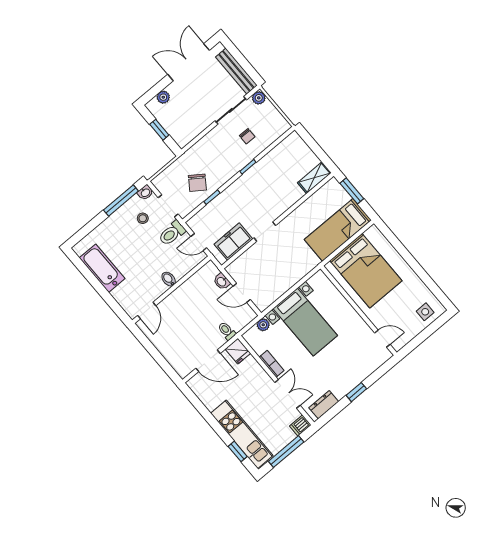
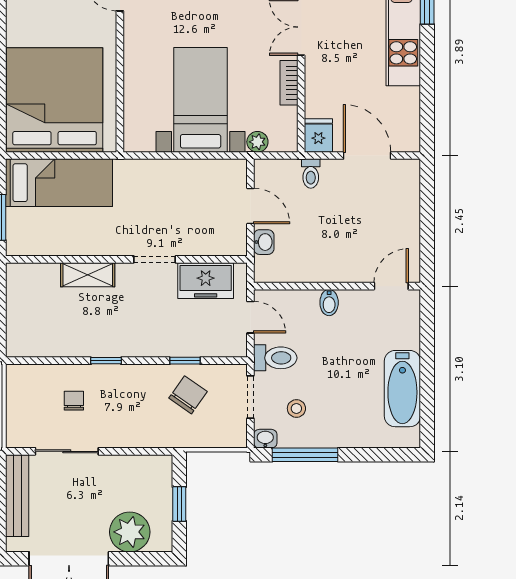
plant: (163, 97) -> (130, 532), width x1.87, depth x1.87
plant: (259, 98) -> (18, 437), removed
shelving: (314, 178) -> (88, 275), moved
bed: (366, 271) -> (55, 100), width x1.36

